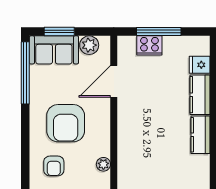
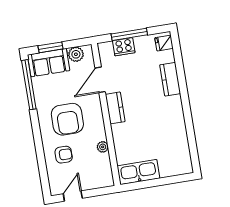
fridge: (200, 65) -> (164, 43), moved
kitchen counter: (200, 135) -> (115, 108), moved, turned 180
armchair: (54, 166) -> (64, 155), turned -90

